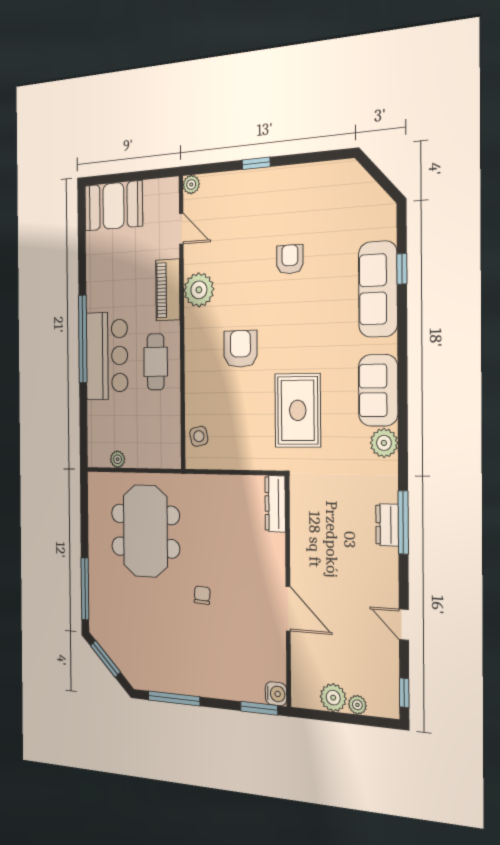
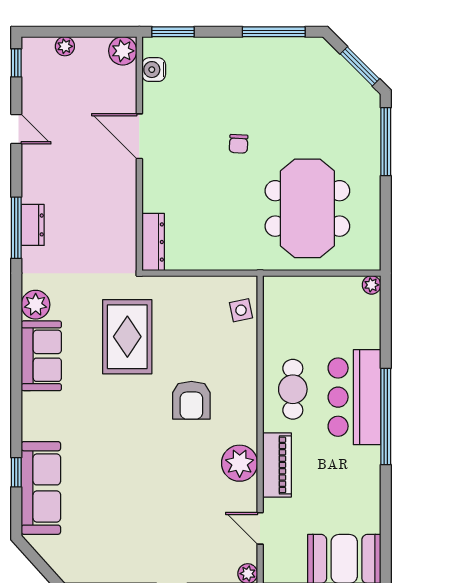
armchair: (290, 259) -> (135, 489), removed
sofa: (378, 289) -> (41, 488), moved
plant: (118, 459) -> (372, 285), moved
water cooler: (276, 694) -> (154, 70), moved
plant: (333, 698) -> (123, 51), moved

